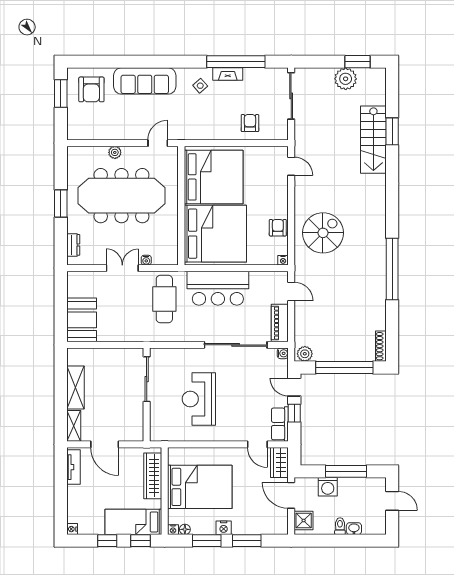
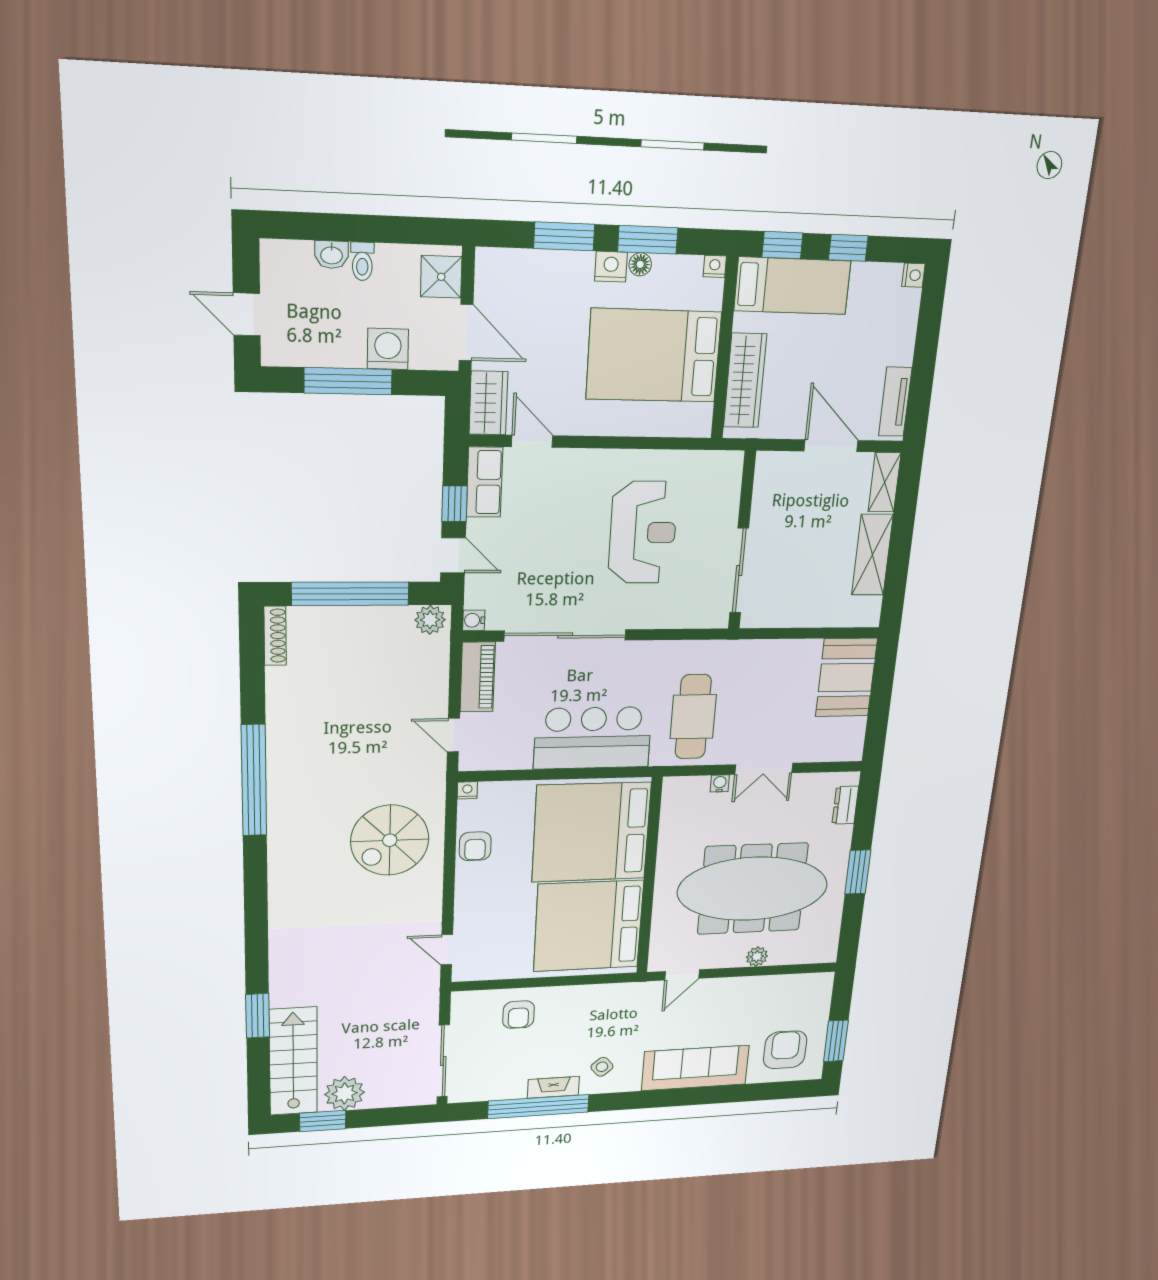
stairs: (373, 140) -> (293, 1061), moved
floor lamp: (185, 529) -> (640, 264), moved

